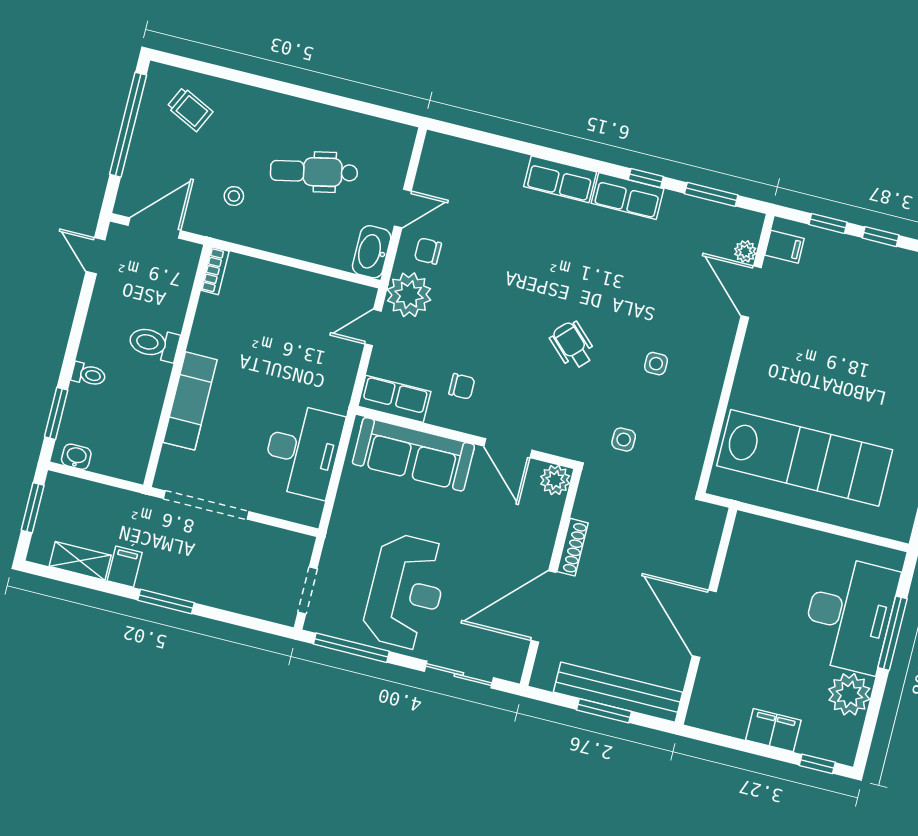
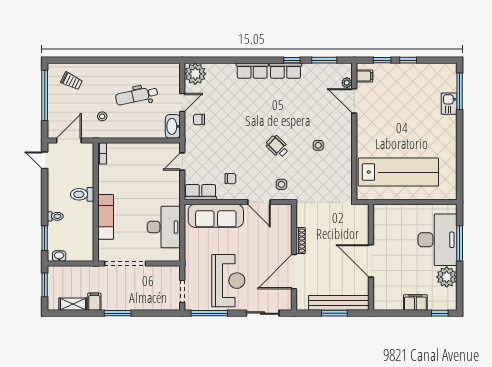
plant: (409, 295) -> (195, 74), moved
side table: (624, 440) -> (281, 184), moved
plant: (555, 480) -> (285, 211), removed

